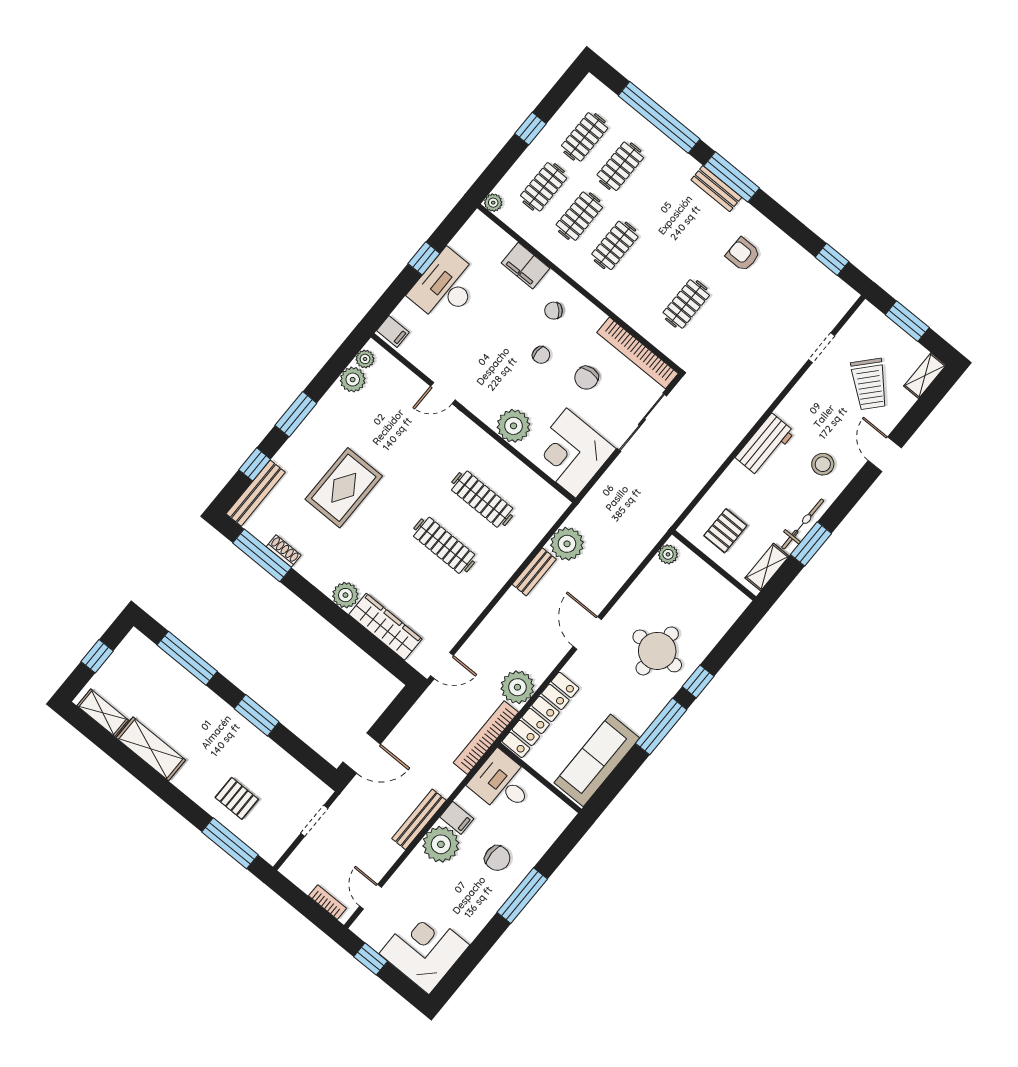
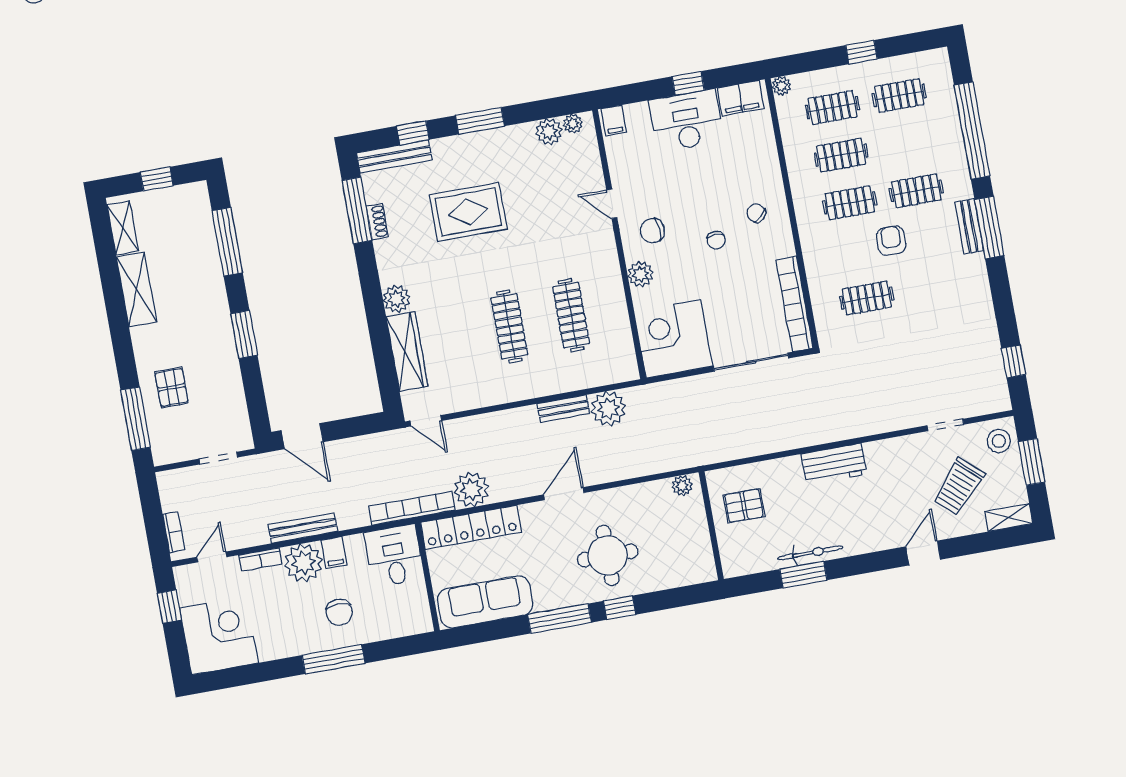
clothes rail: (620, 166) -> (916, 191), moved
armchair: (743, 254) -> (891, 241), moved
filing cabinet: (526, 266) -> (741, 98), moved, turned -90
chair: (586, 378) -> (652, 231), moved
plant: (514, 426) -> (641, 274), width x0.73, depth x0.73
stool: (823, 464) -> (999, 441), moved
shelving: (767, 567) -> (753, 563), removed
bookcase: (408, 868) -> (261, 559), added

